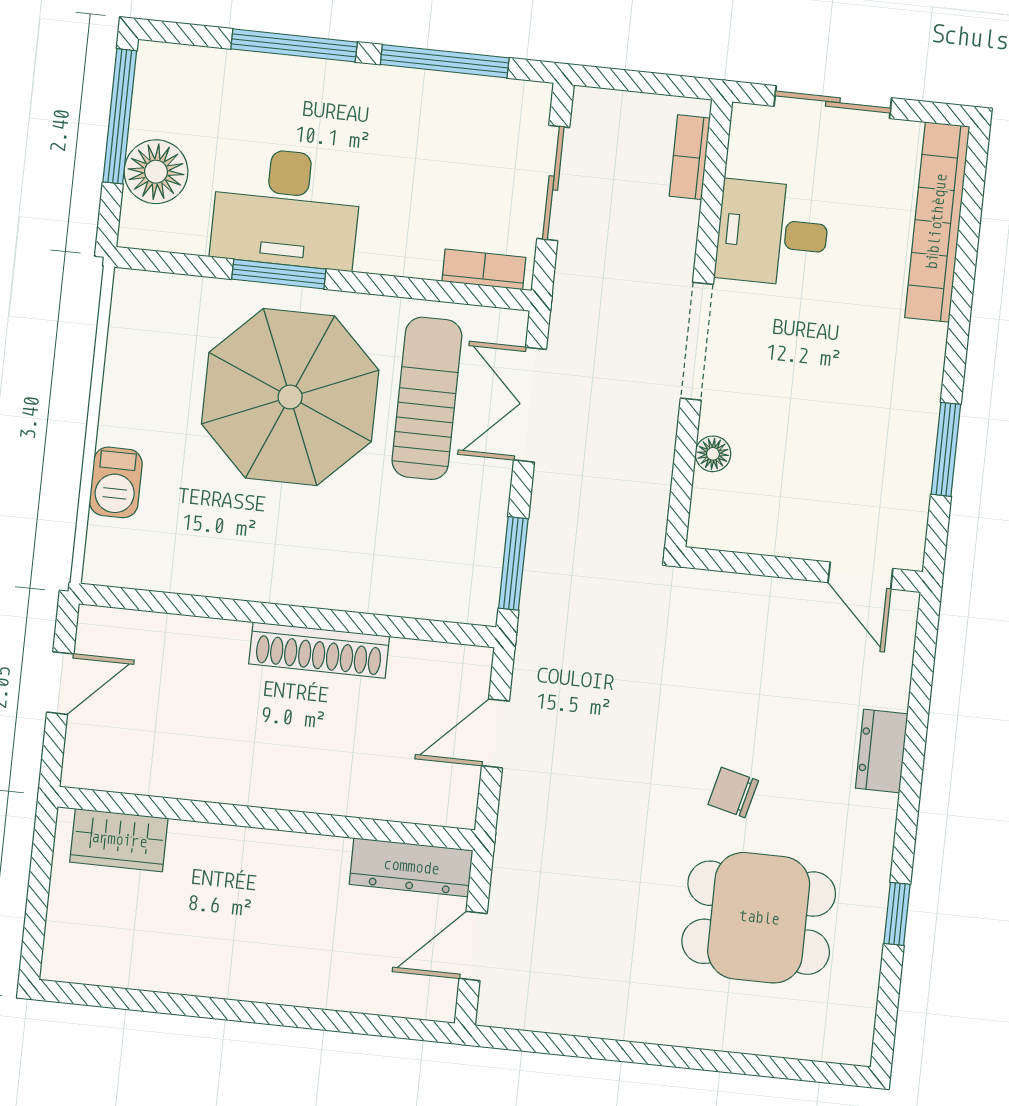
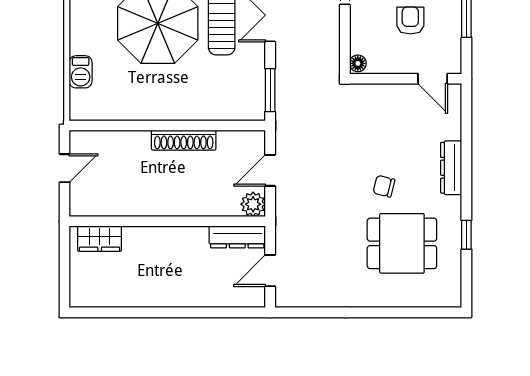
armchair: (826, 447) -> (410, 20), added
floor lamp: (713, 454) -> (358, 63), moved
dresser: (882, 751) -> (451, 168), width x1.44
plant: (452, 802) -> (253, 204), added

